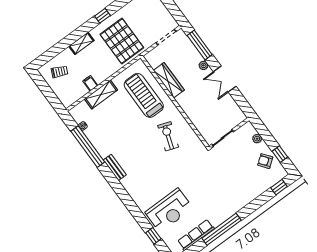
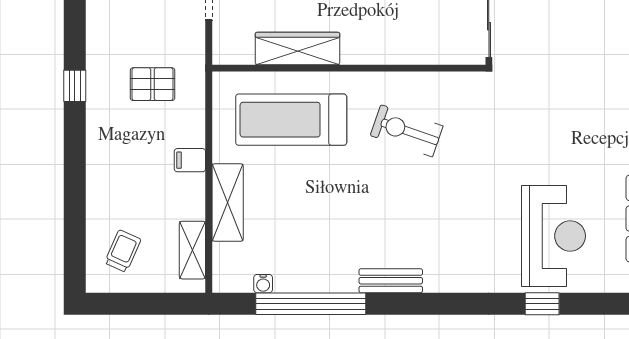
pallet: (122, 41) -> (153, 84), width x0.49, depth x0.50
shelving: (81, 43) -> (192, 250), moved
filing cabinet: (90, 83) -> (190, 160), moved
window: (153, 236) -> (542, 304), moved

